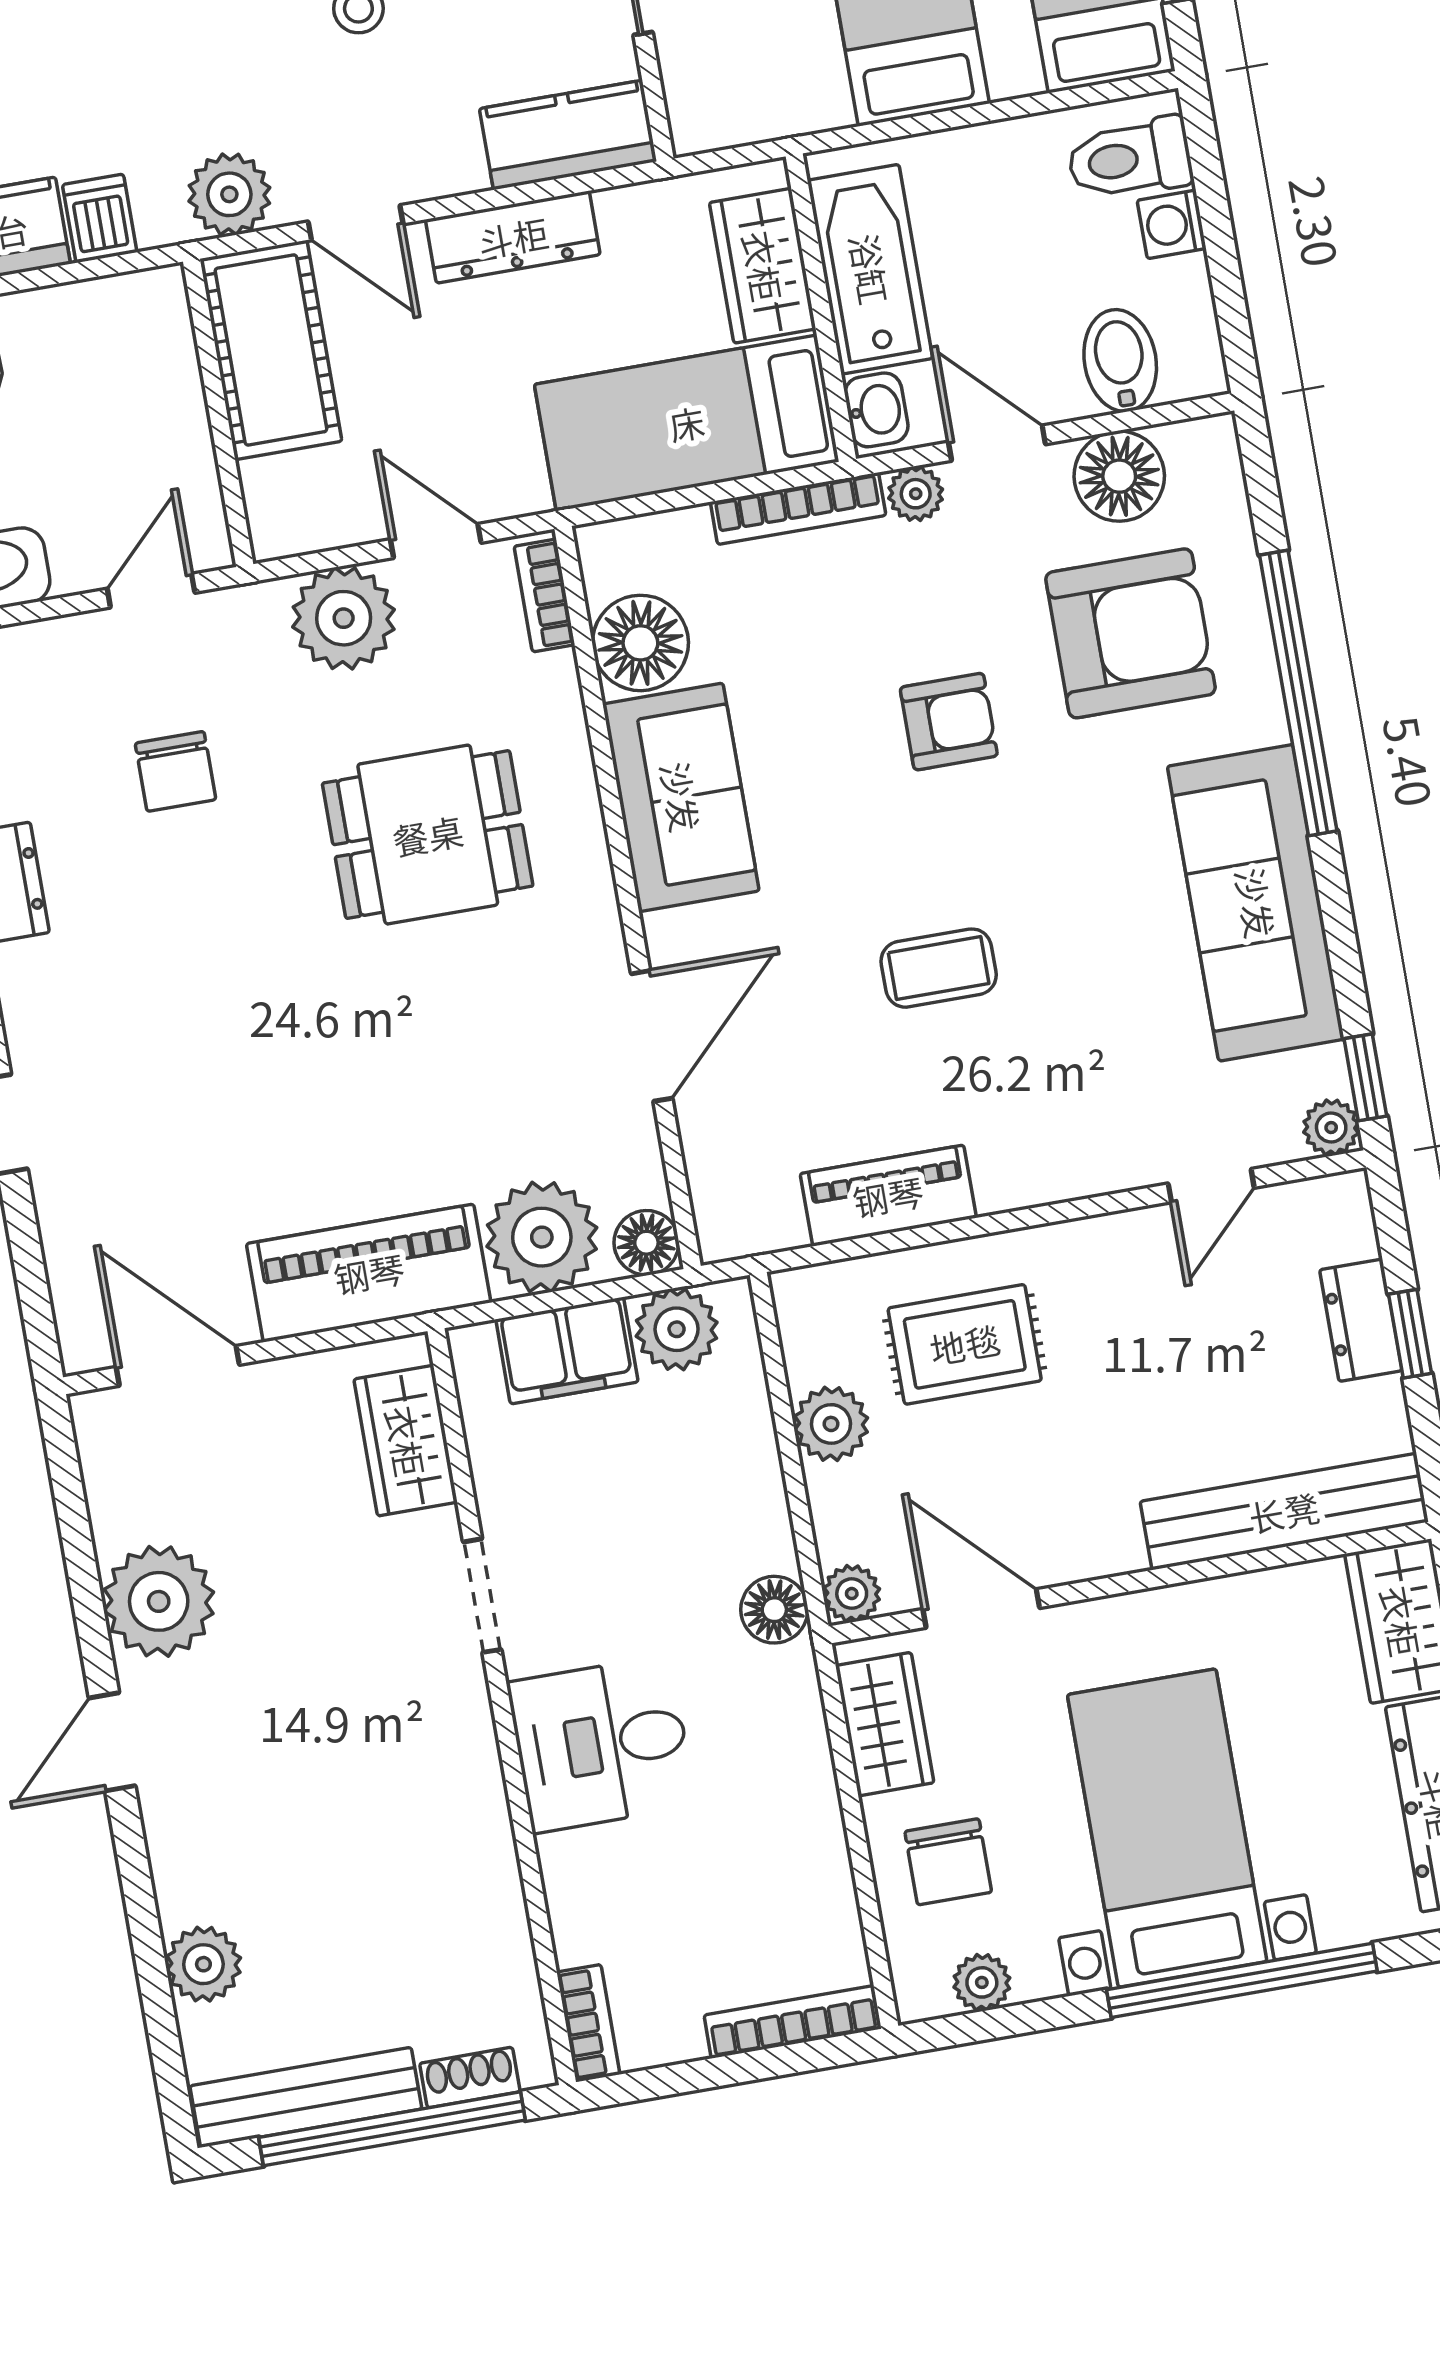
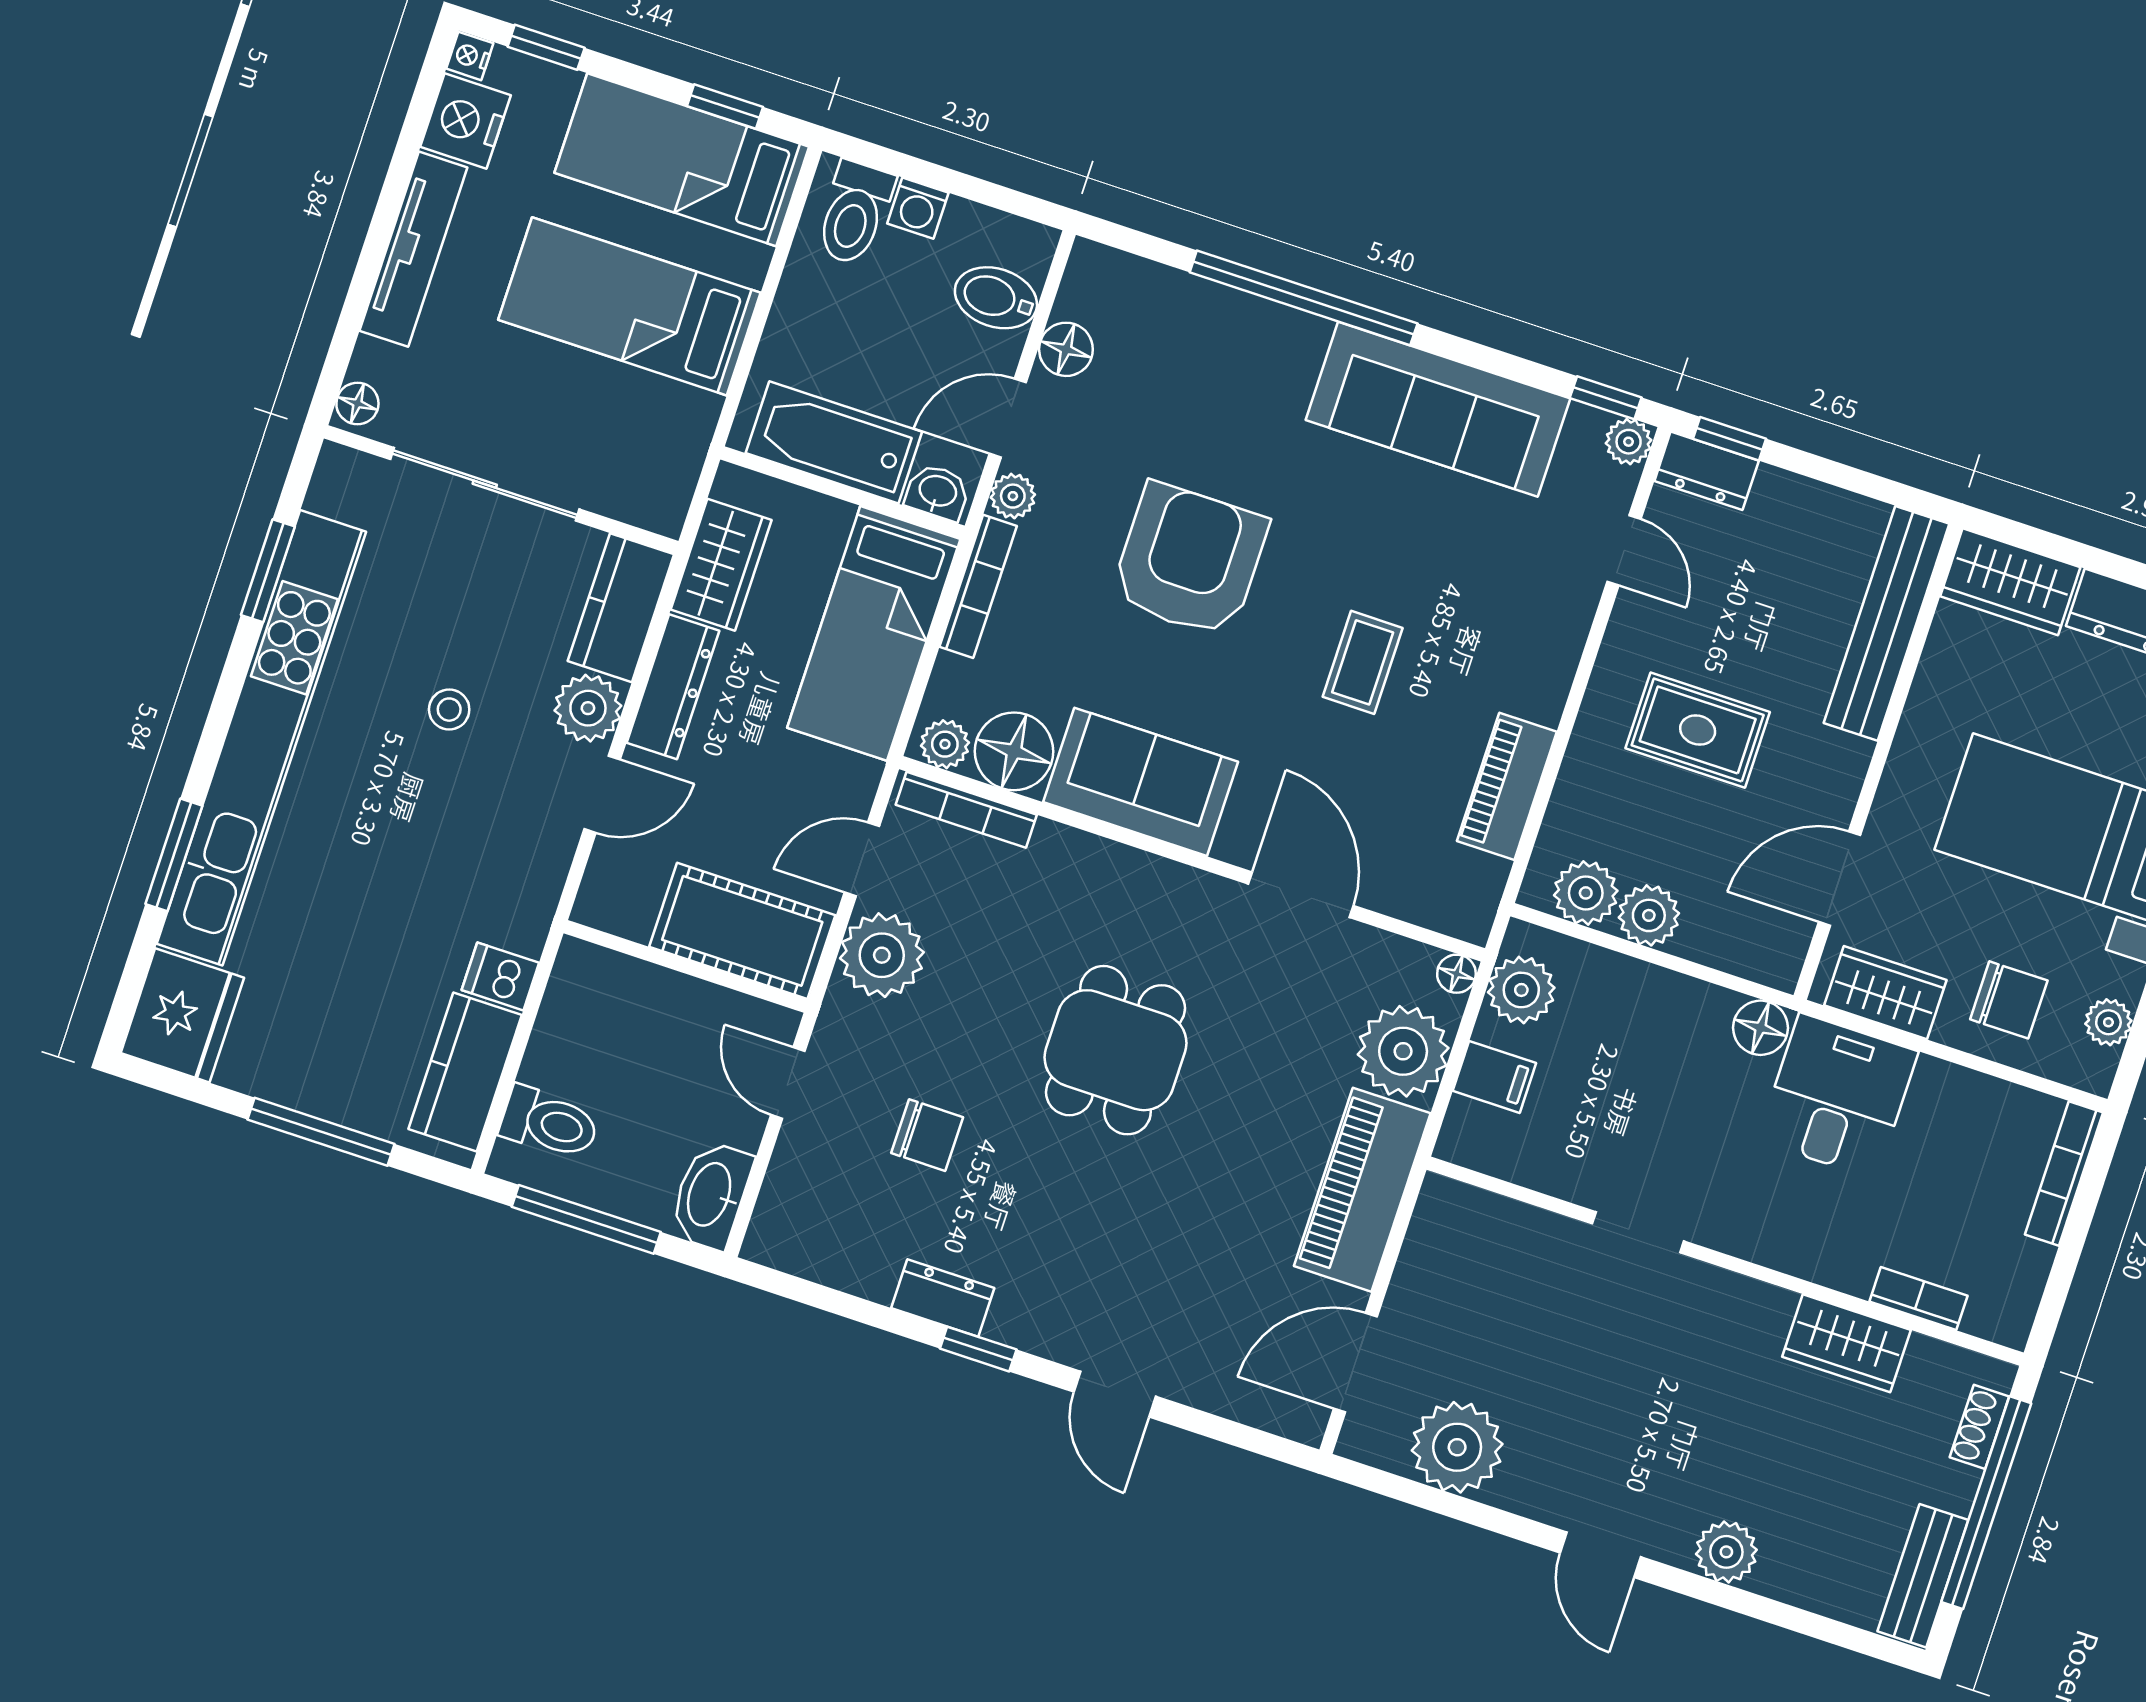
plant: (229, 194) -> (588, 708), moved
wardrobe: (763, 266) -> (721, 565), moved, turned -90
cot: (271, 350) -> (742, 931), moved
floor lamp: (1119, 476) -> (1066, 349), width x0.73, depth x0.73
plant: (608, 564) -> (945, 744), added
bookcase: (544, 595) -> (966, 810), width x1.56
armchair: (1130, 633) -> (1196, 395), removed
armchair: (949, 722) -> (1189, 560), width x1.88, depth x1.88
dining table: (428, 835) -> (1116, 1050), moved
floor lamp: (646, 1243) -> (1456, 974), width x0.73, depth x0.73
dresser: (1361, 1320) -> (1707, 471), moved
window: (1410, 1334) -> (1729, 439), moved
rug: (965, 1344) -> (1698, 730), moved, turned 90
filing cabinet: (567, 1351) -> (1494, 1077), width x0.50
wardrobe: (406, 1441) -> (1846, 1343), moved
plant: (852, 1594) -> (1586, 893), moved, width x1.38, depth x1.38
plant: (159, 1601) -> (1457, 1447), moved
desk: (601, 1744) -> (1838, 1096), moved, turned 180
plant: (203, 1964) -> (1726, 1552), moved
bookcase: (588, 2023) -> (1919, 1299), moved
bench: (306, 2097) -> (1923, 1576), width x0.73

